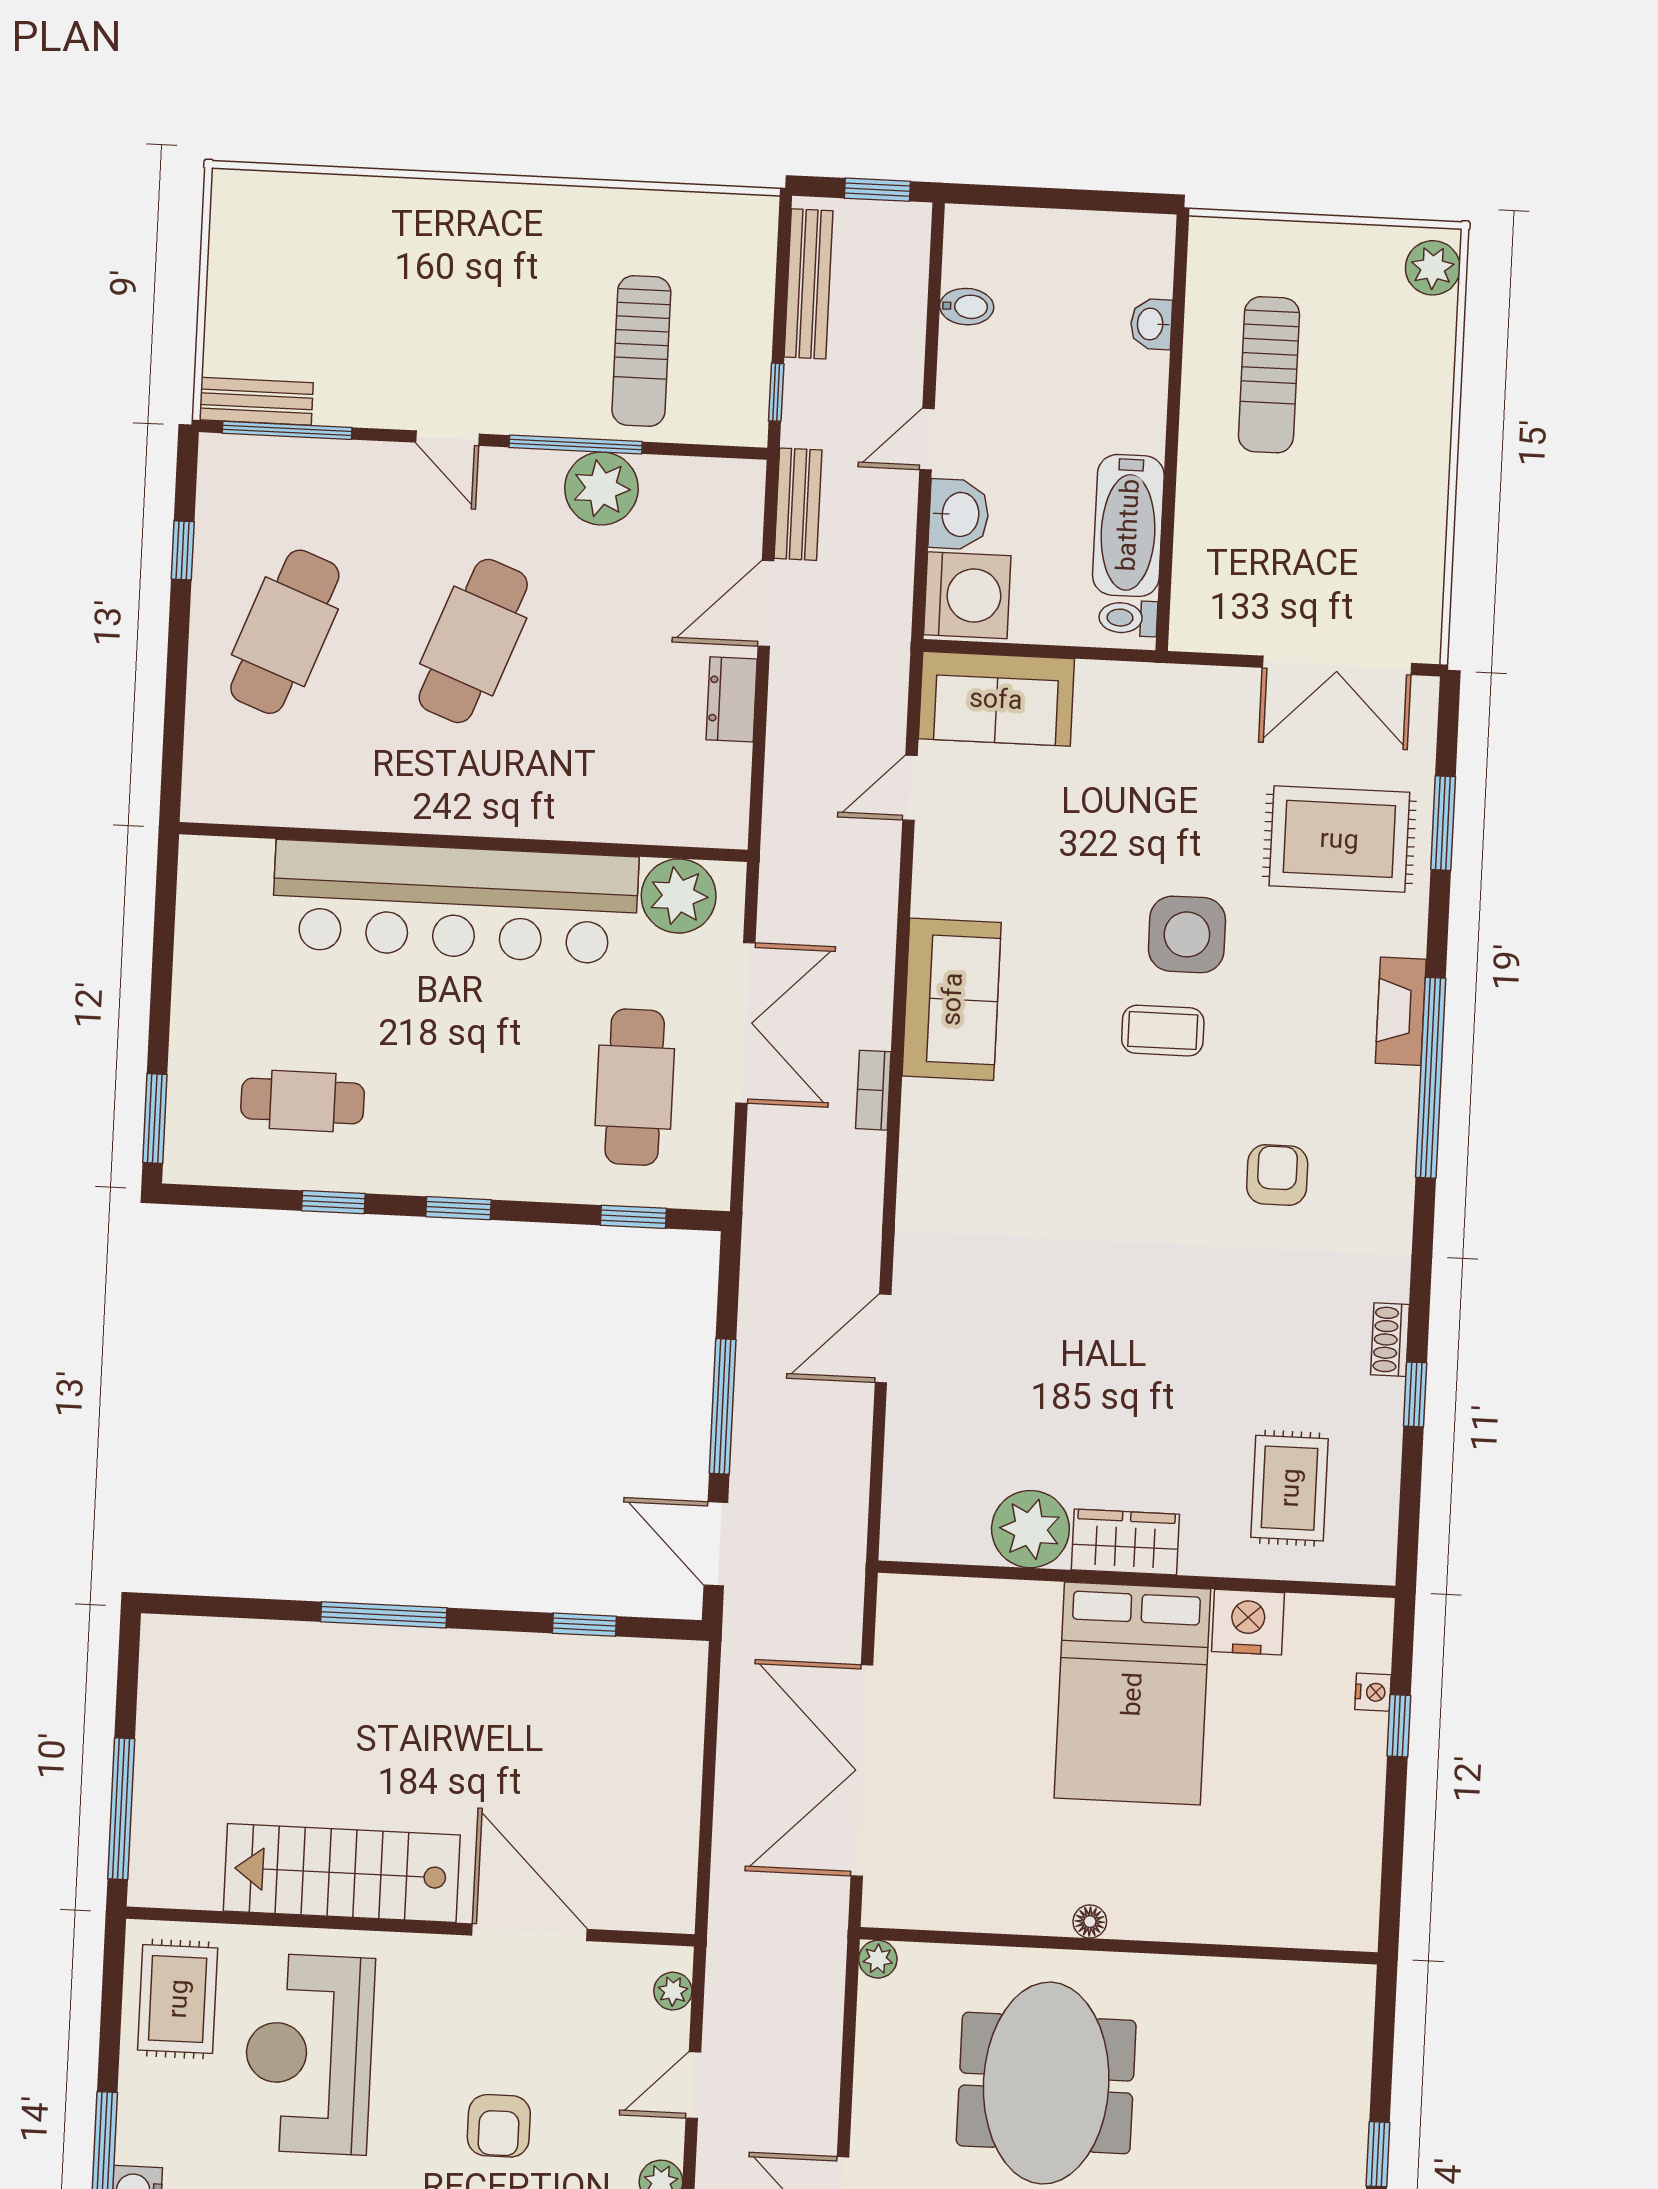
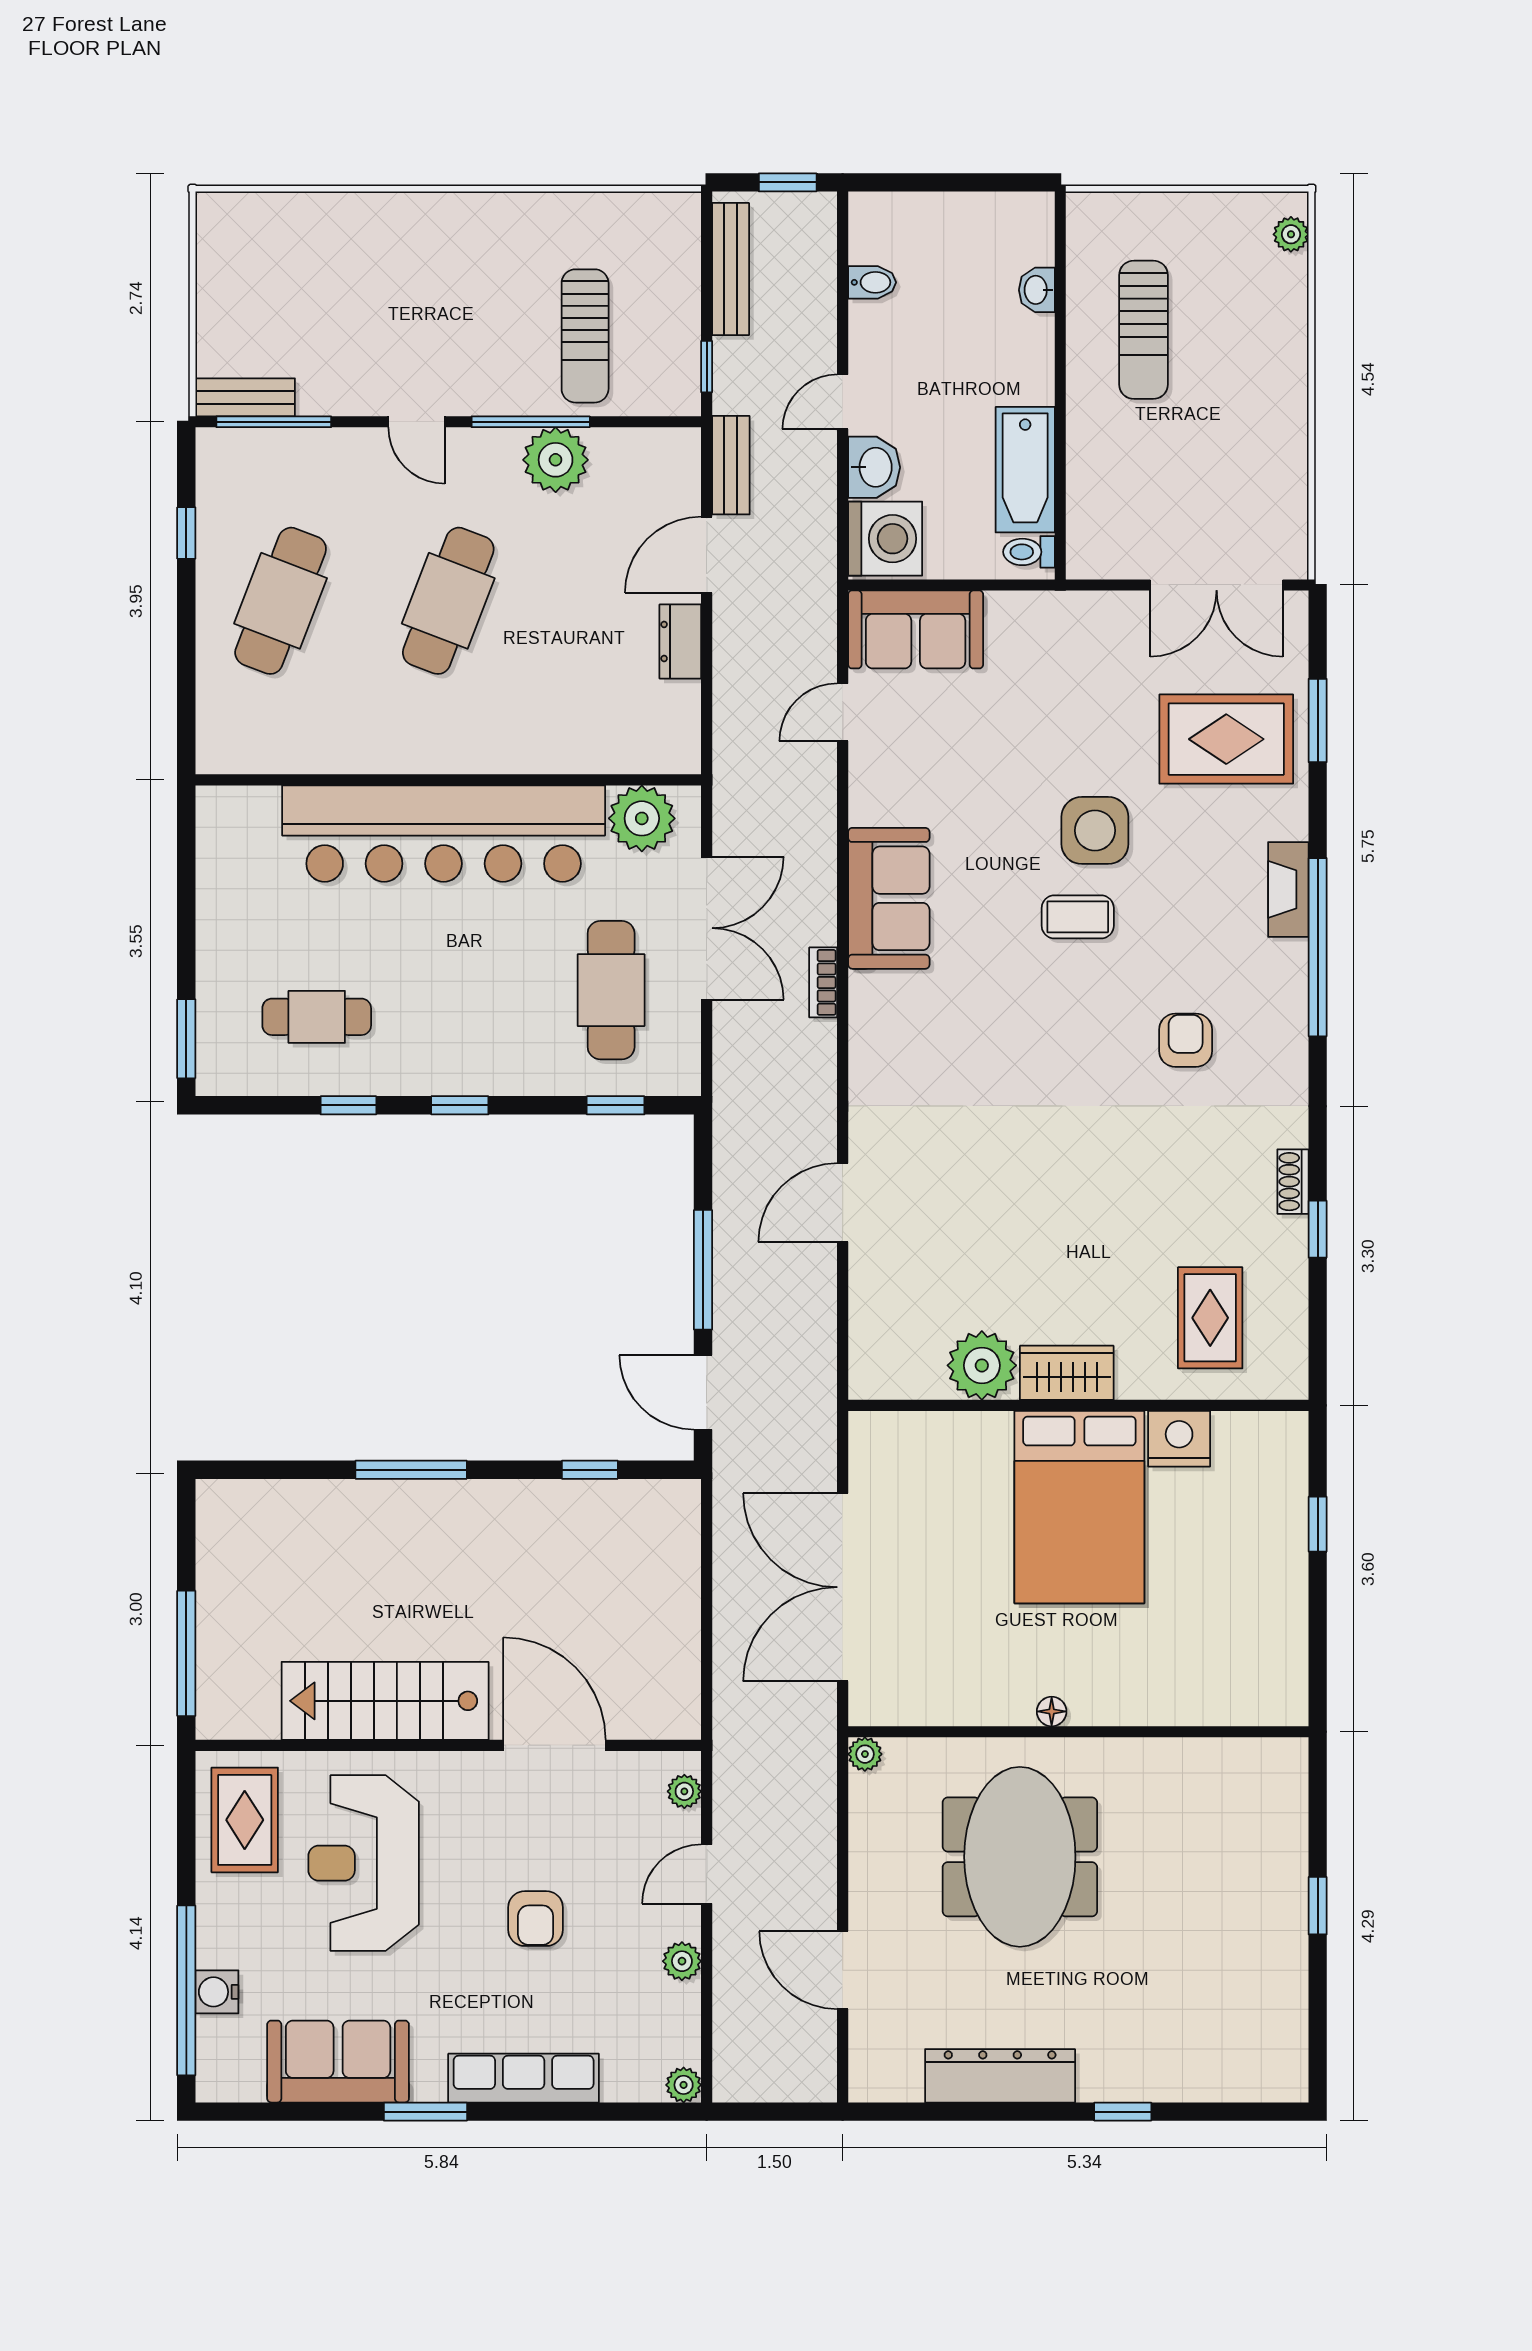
plant: (1433, 268) -> (1291, 234), width x0.73, depth x0.73
nightstand: (1373, 1692) -> (1293, 1495), removed

